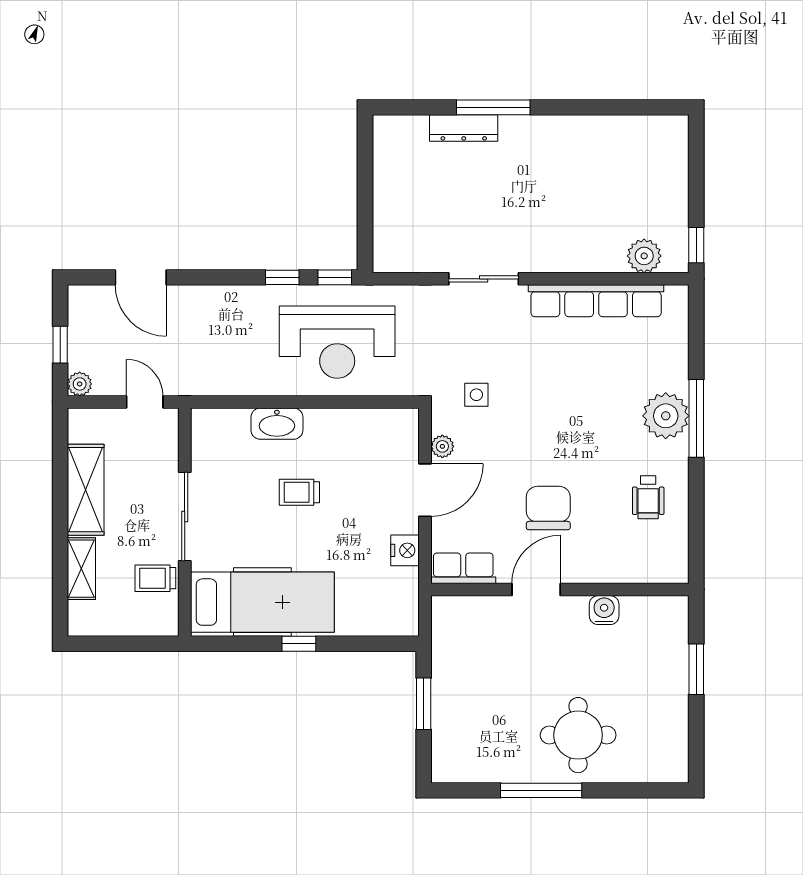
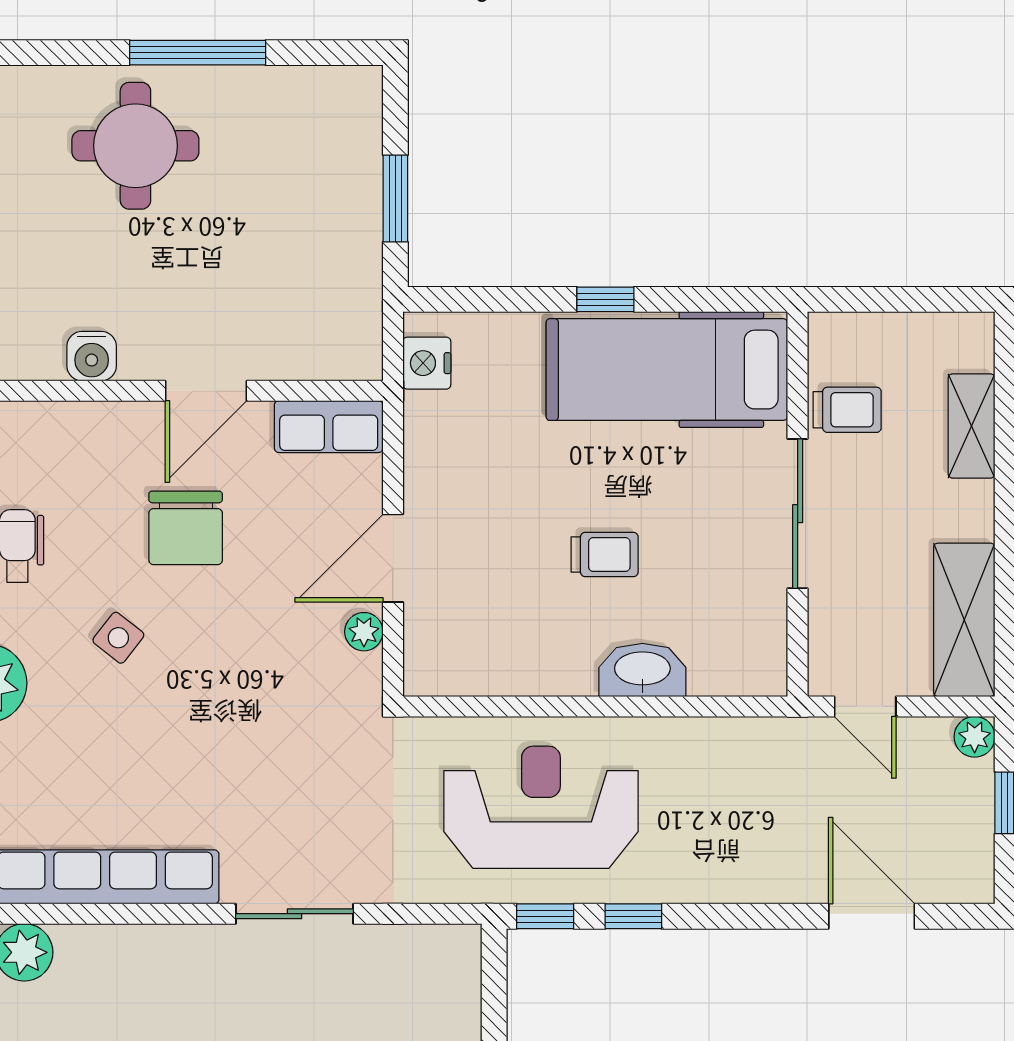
side table: (476, 395) -> (118, 638), moved, turned 38
shelving: (86, 490) -> (964, 620), moved
nightstand: (405, 550) -> (427, 363), moved

